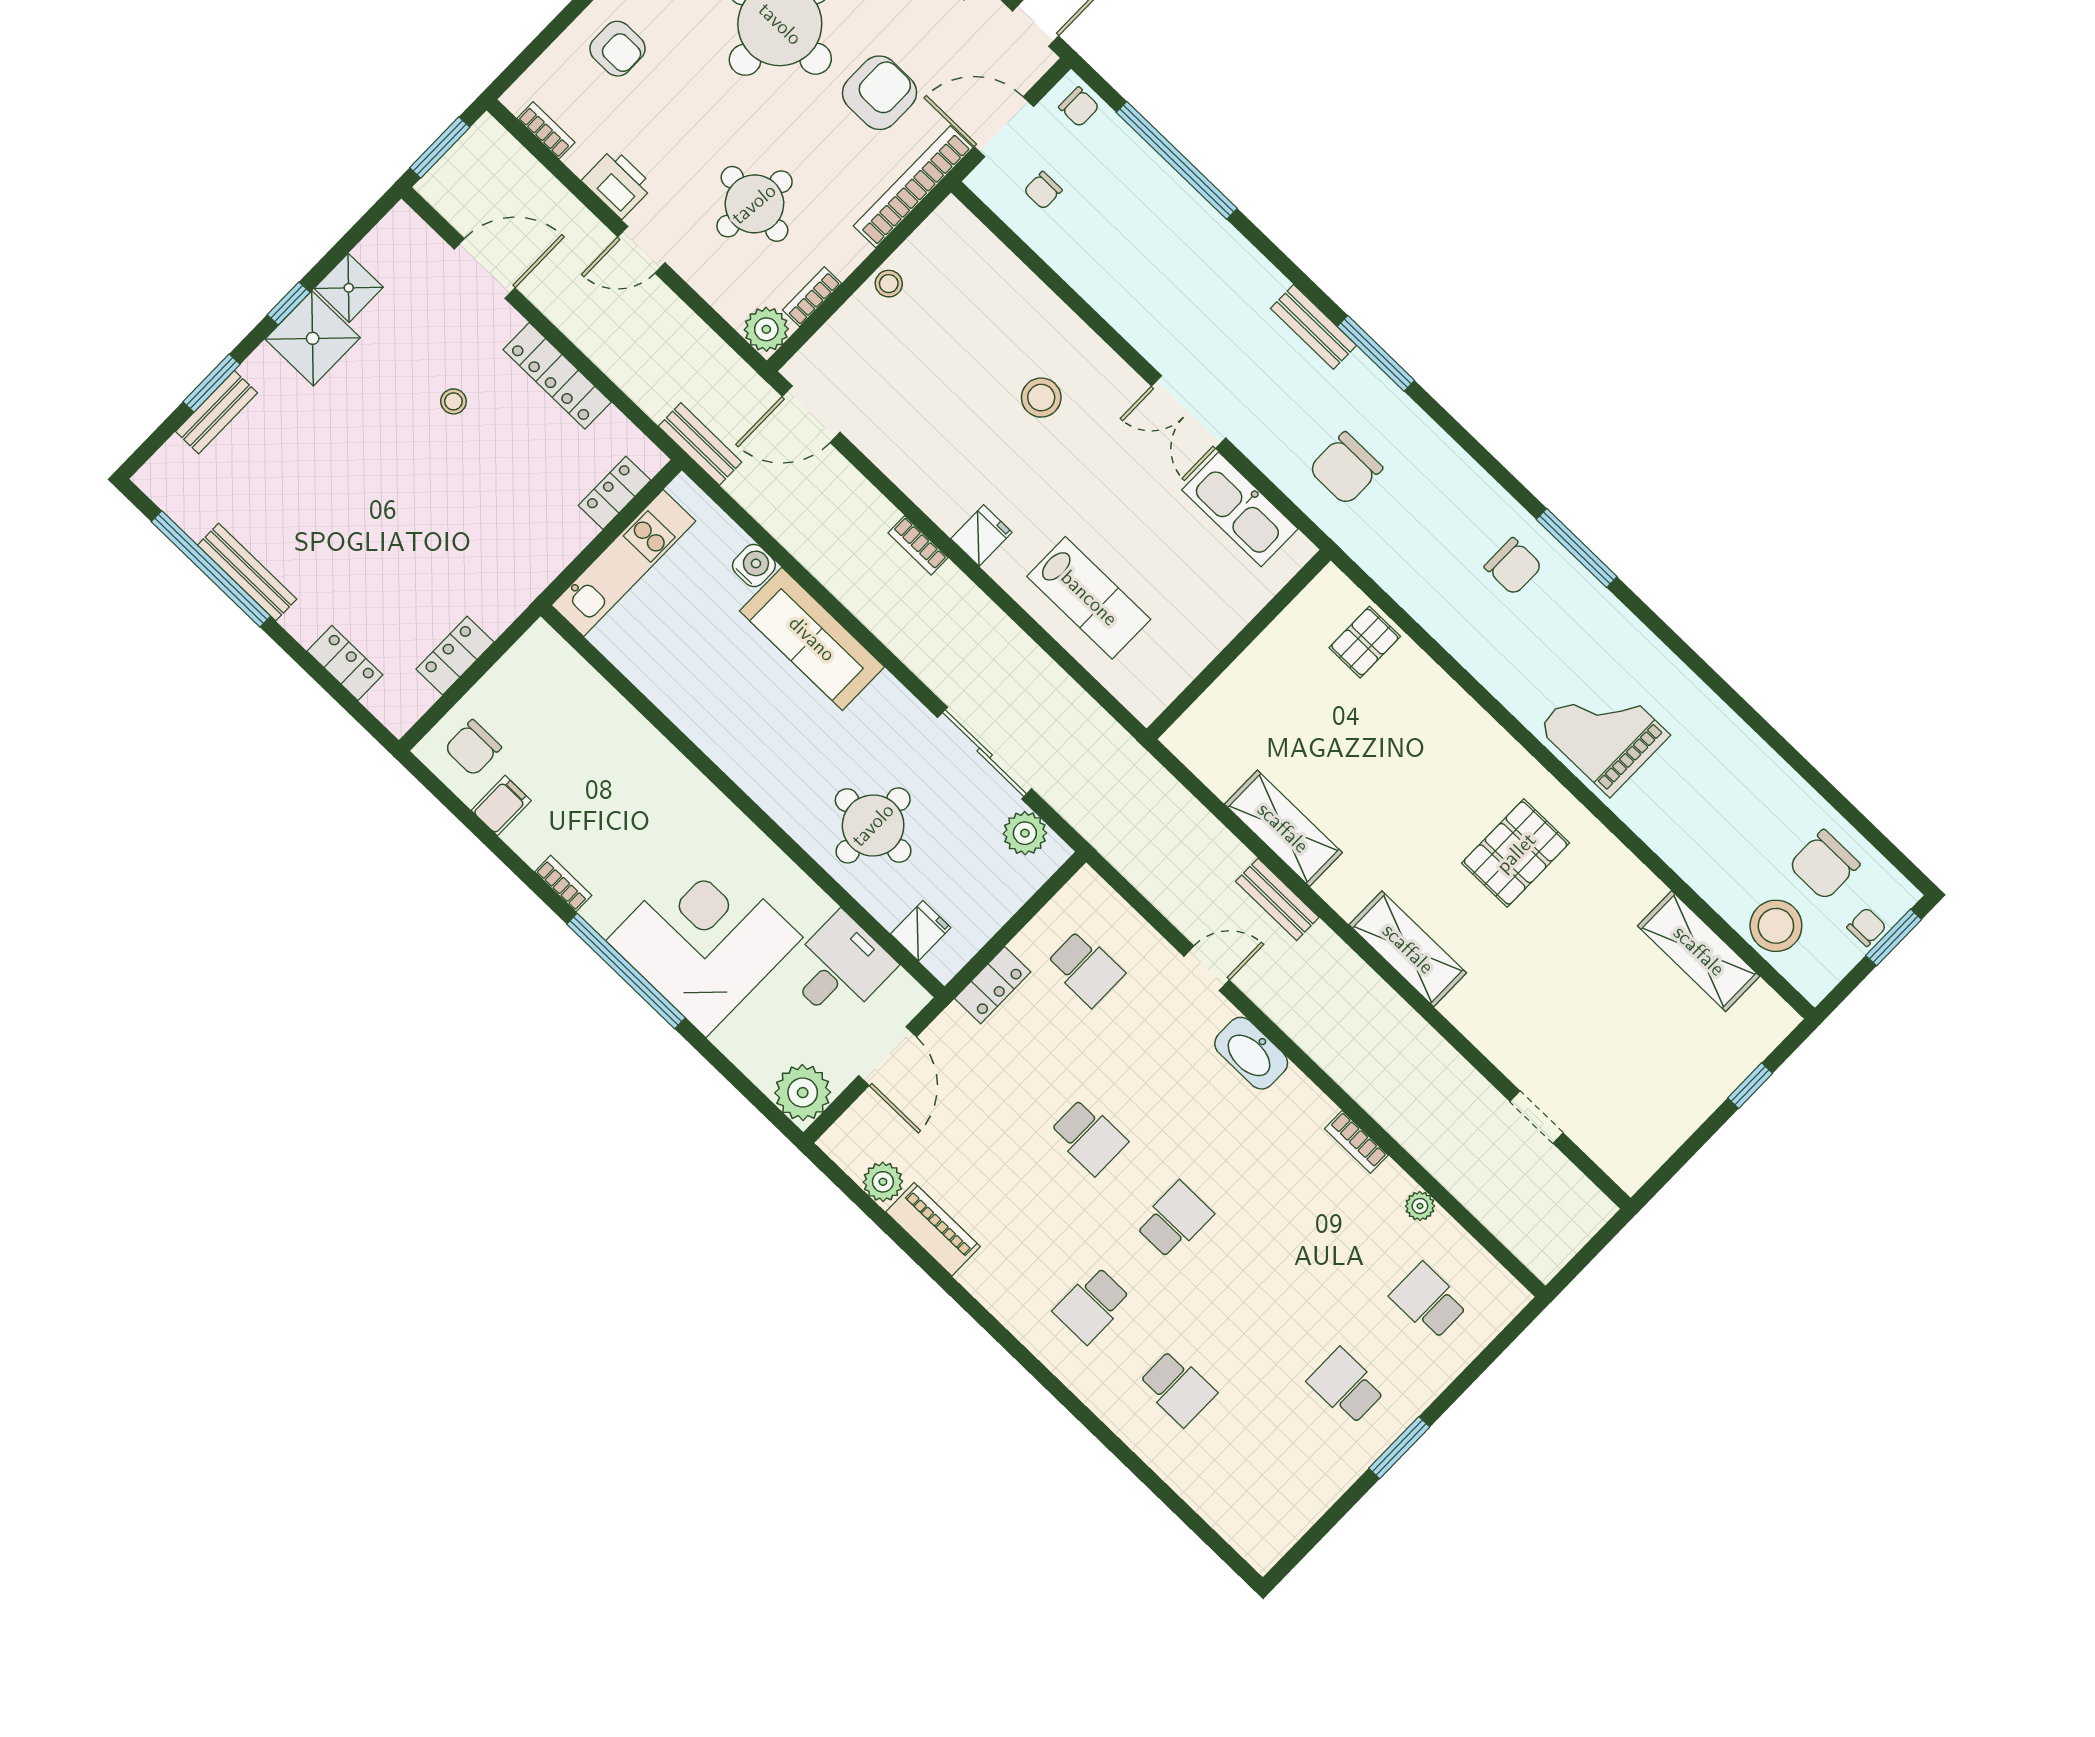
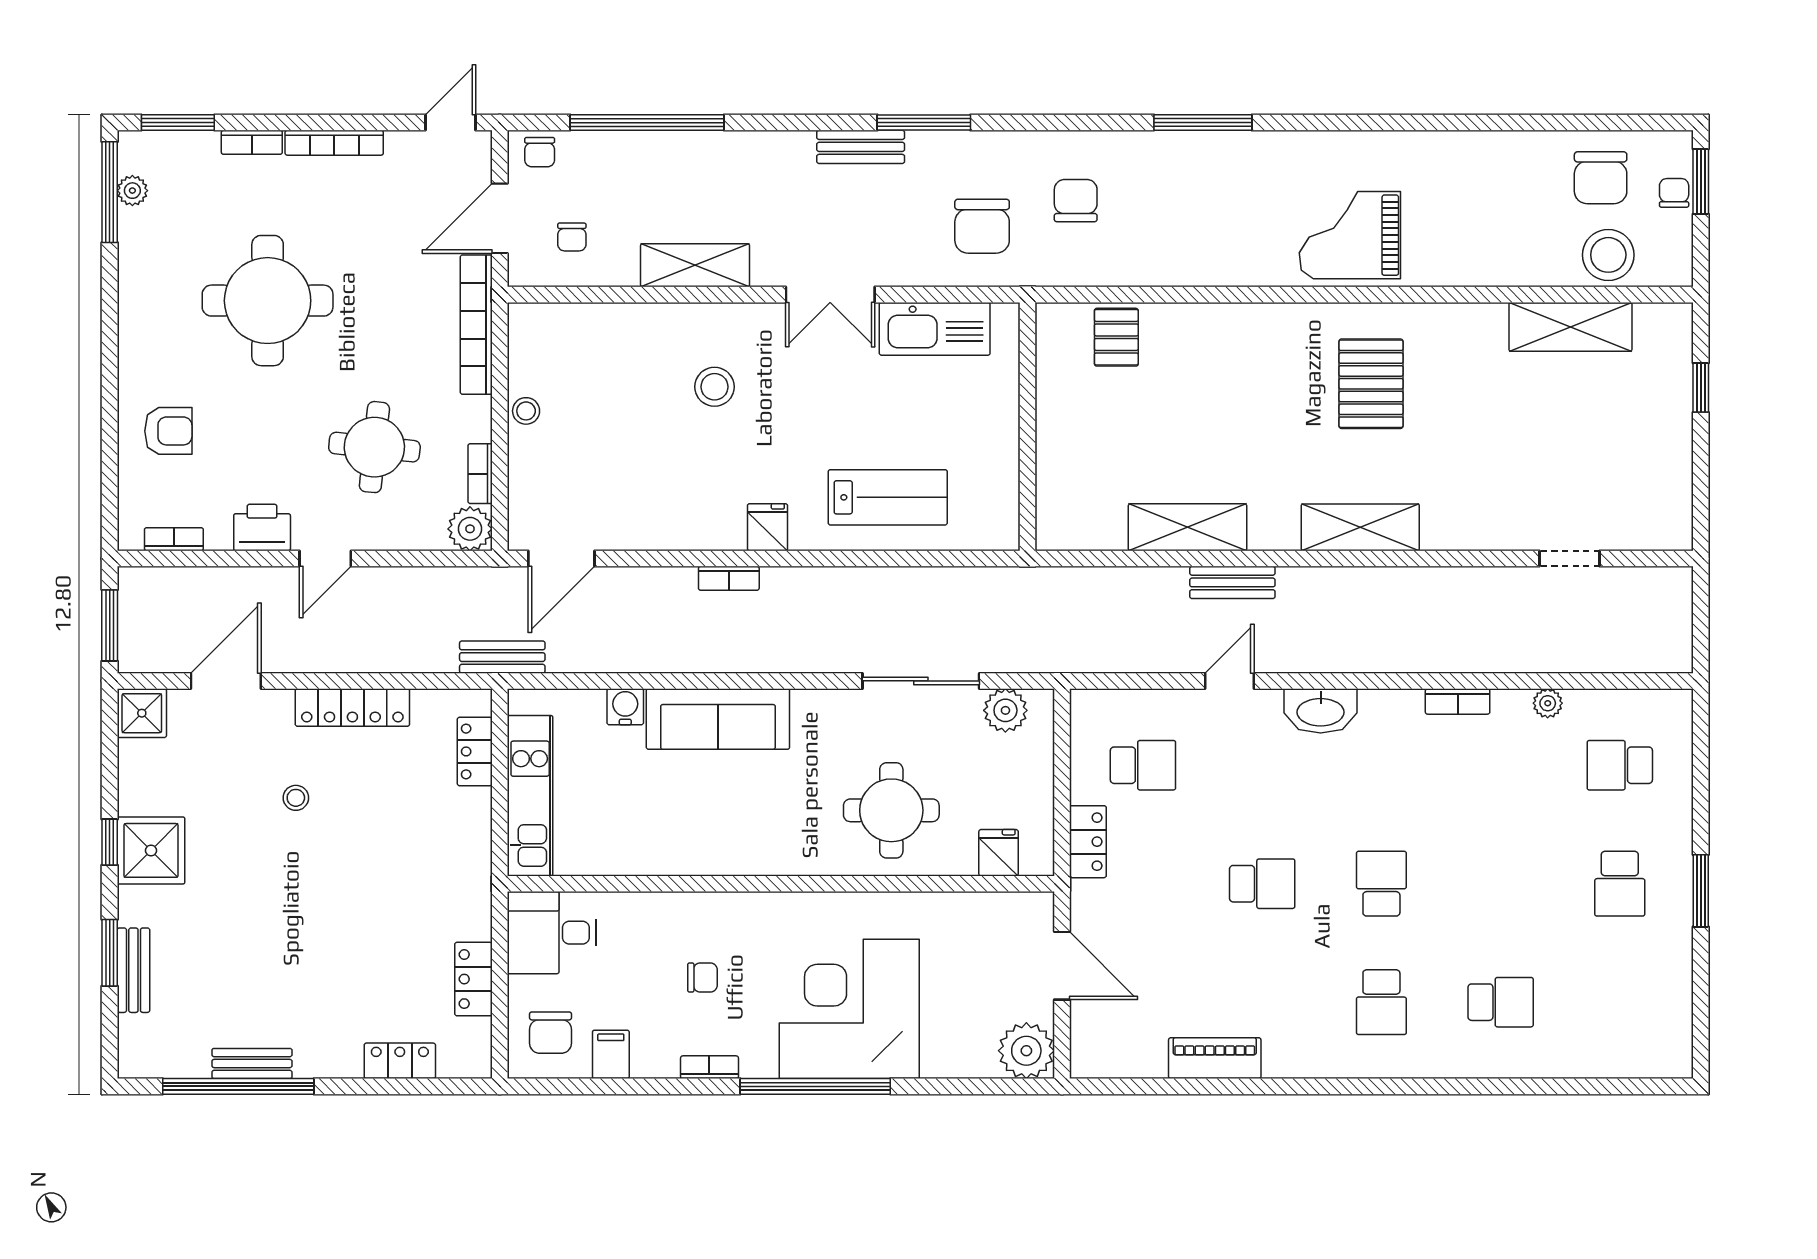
armchair: (880, 93) -> (387, 281), removed
chair: (1079, 107) -> (540, 152), turned 90
shower: (349, 288) -> (142, 713), moved
shelving: (1112, 297) -> (695, 265), added
chair: (1513, 566) -> (1076, 201), moved, turned -90
bench: (247, 572) -> (252, 1063), width x0.73
chair: (621, 814) -> (703, 978), added
desk: (839, 968) -> (552, 933), moved, turned -90
plant: (883, 1182) -> (1146, 1059), removed
school desk: (1346, 1386) -> (1620, 884), turned -90

